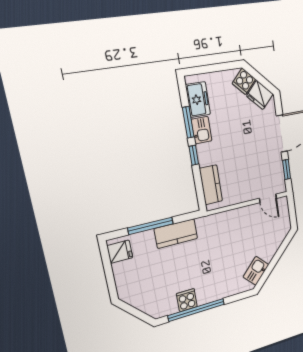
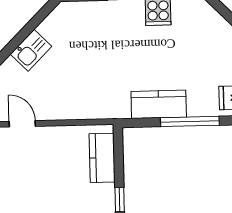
kitchen sink: (256, 271) -> (31, 50), moved

